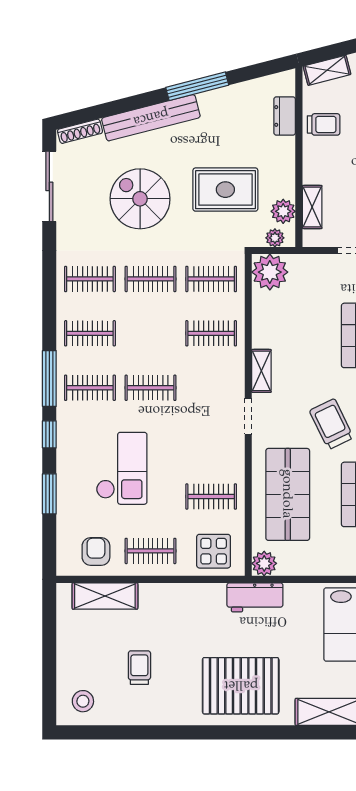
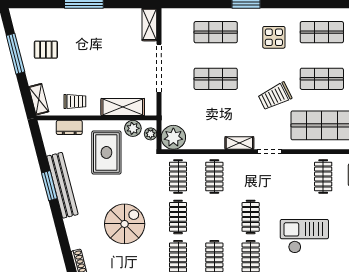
window: (197, 86) -> (49, 186), width x0.69
bench: (151, 118) -> (62, 185), moved
trolley: (324, 124) -> (75, 101), turned 90
rug: (225, 190) -> (106, 152), moved
spiral stairs: (140, 199) -> (125, 224), turned 180
shelving: (312, 207) -> (123, 107), width x1.50, depth x1.33

